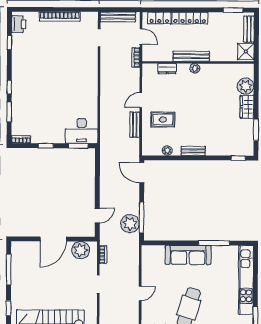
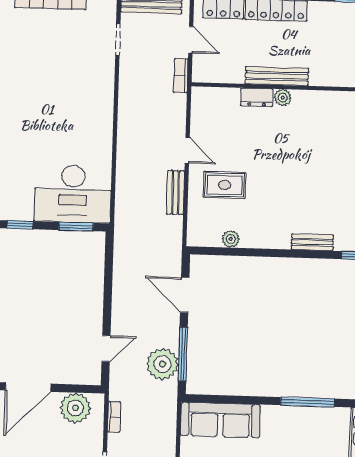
dresser: (167, 69) -> (257, 97), moved
door: (141, 100) -> (187, 150), swing flipped
desk: (82, 131) -> (73, 194), width x1.36, depth x1.30
bench: (193, 151) -> (312, 242), moved
door: (142, 173) -> (185, 295), moved
sofa: (188, 255) -> (220, 420), moved

